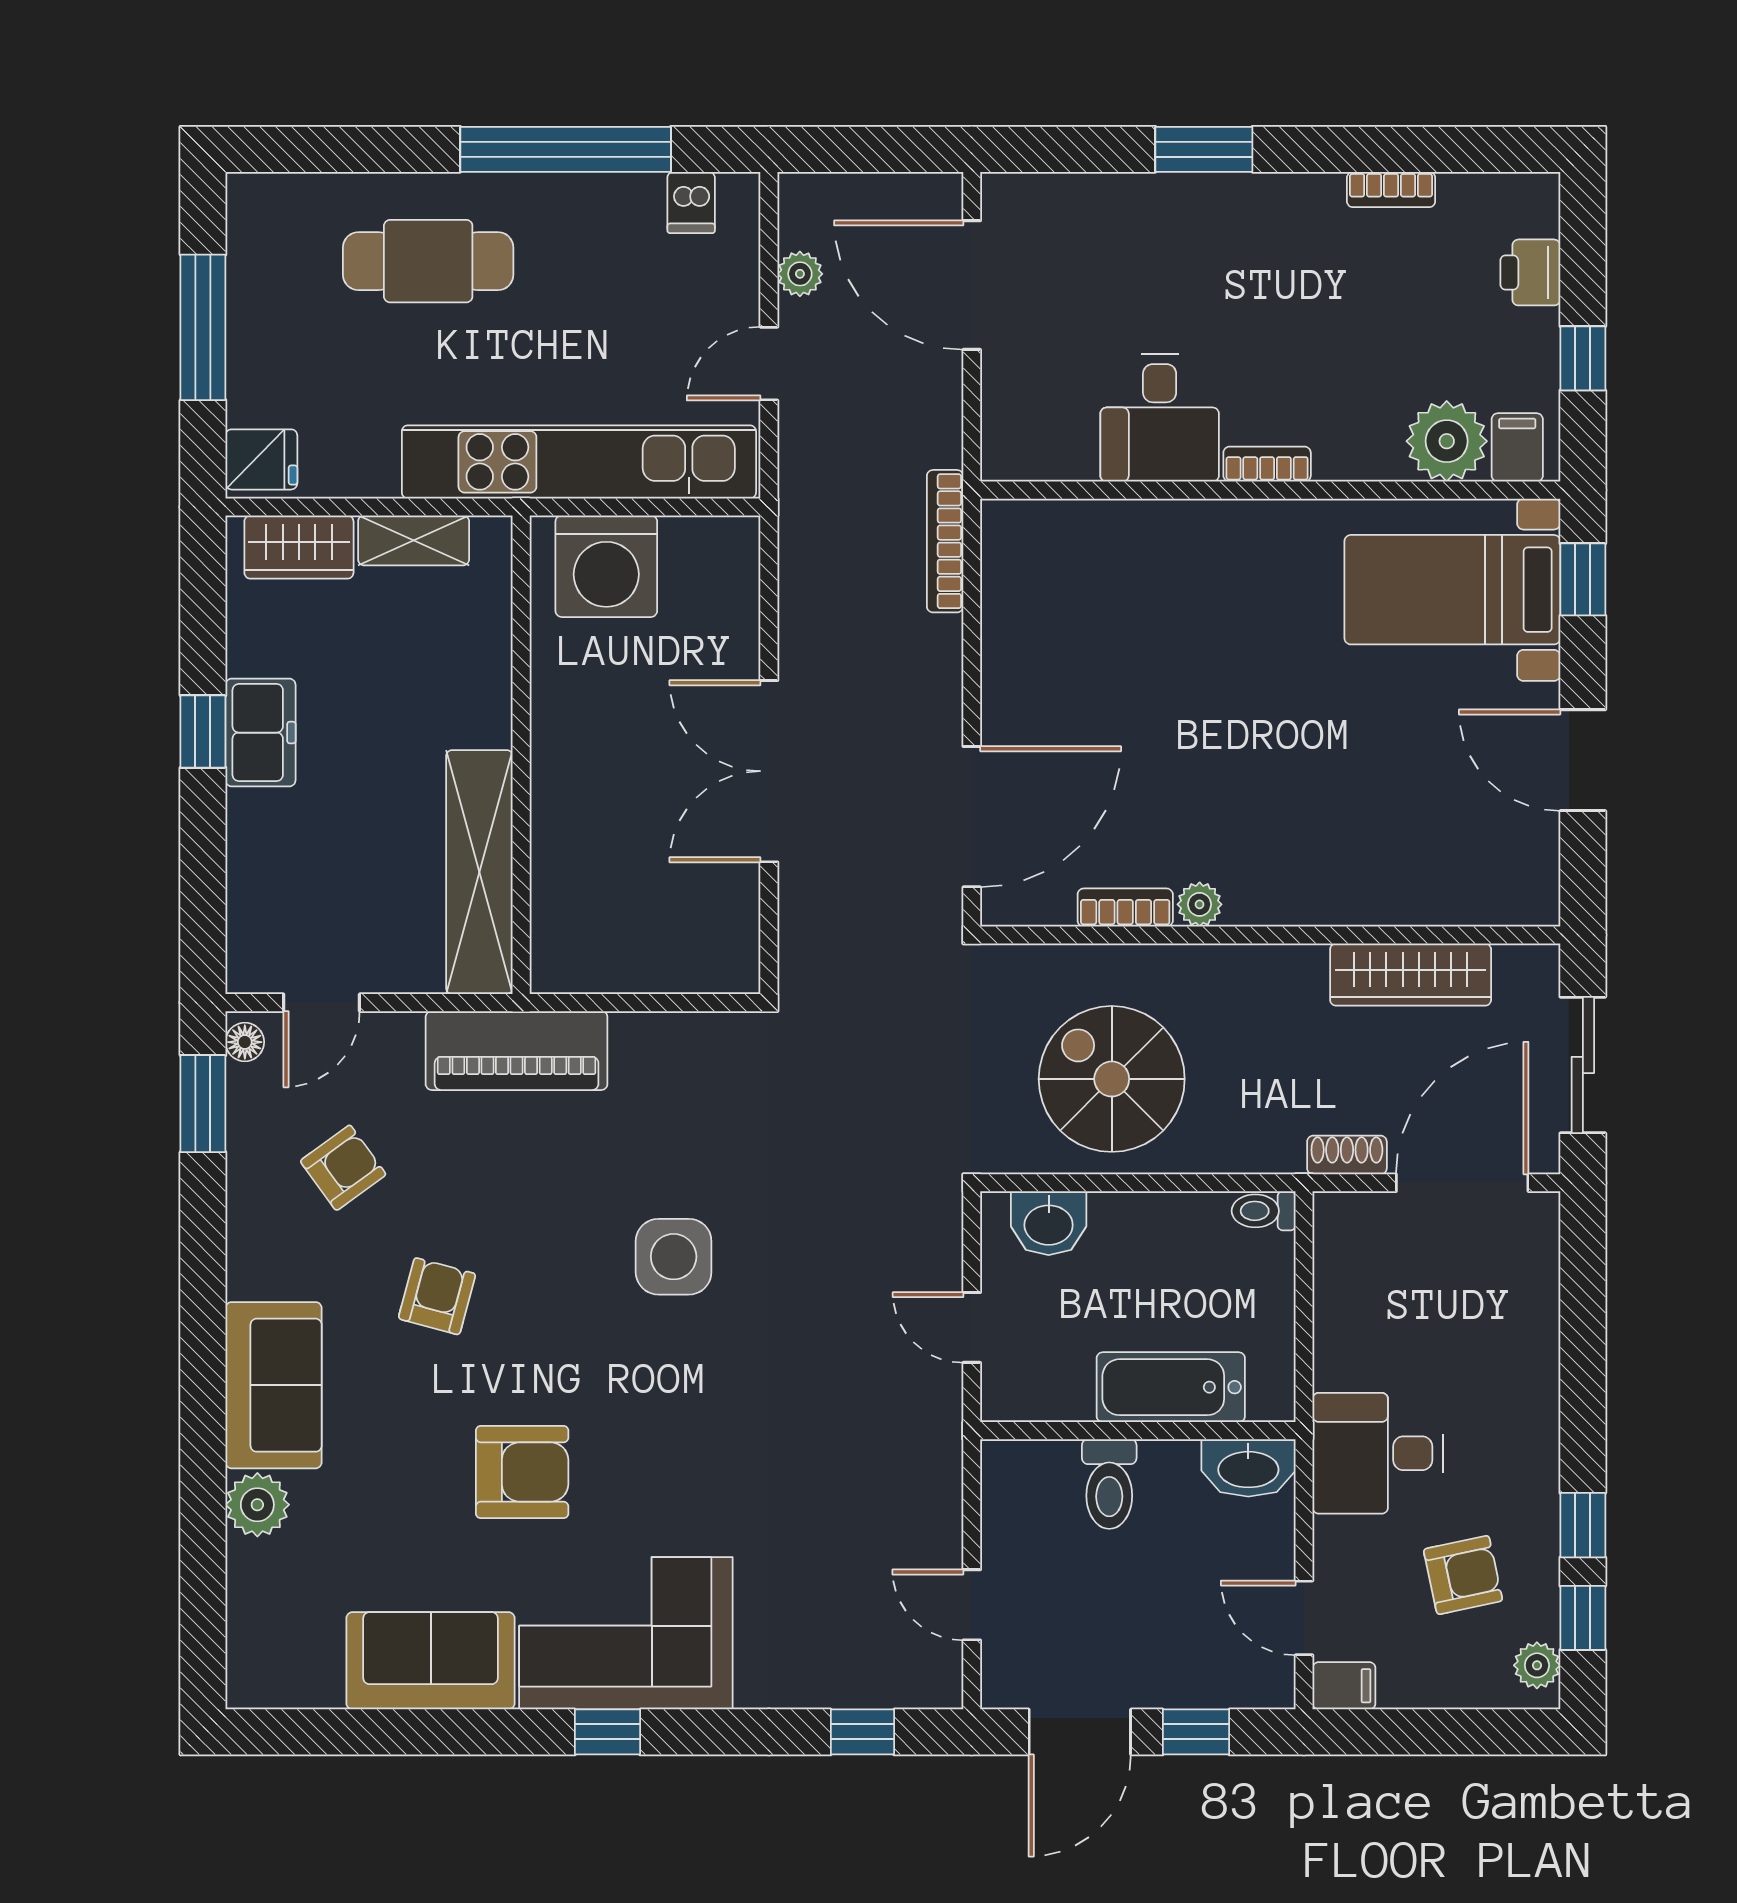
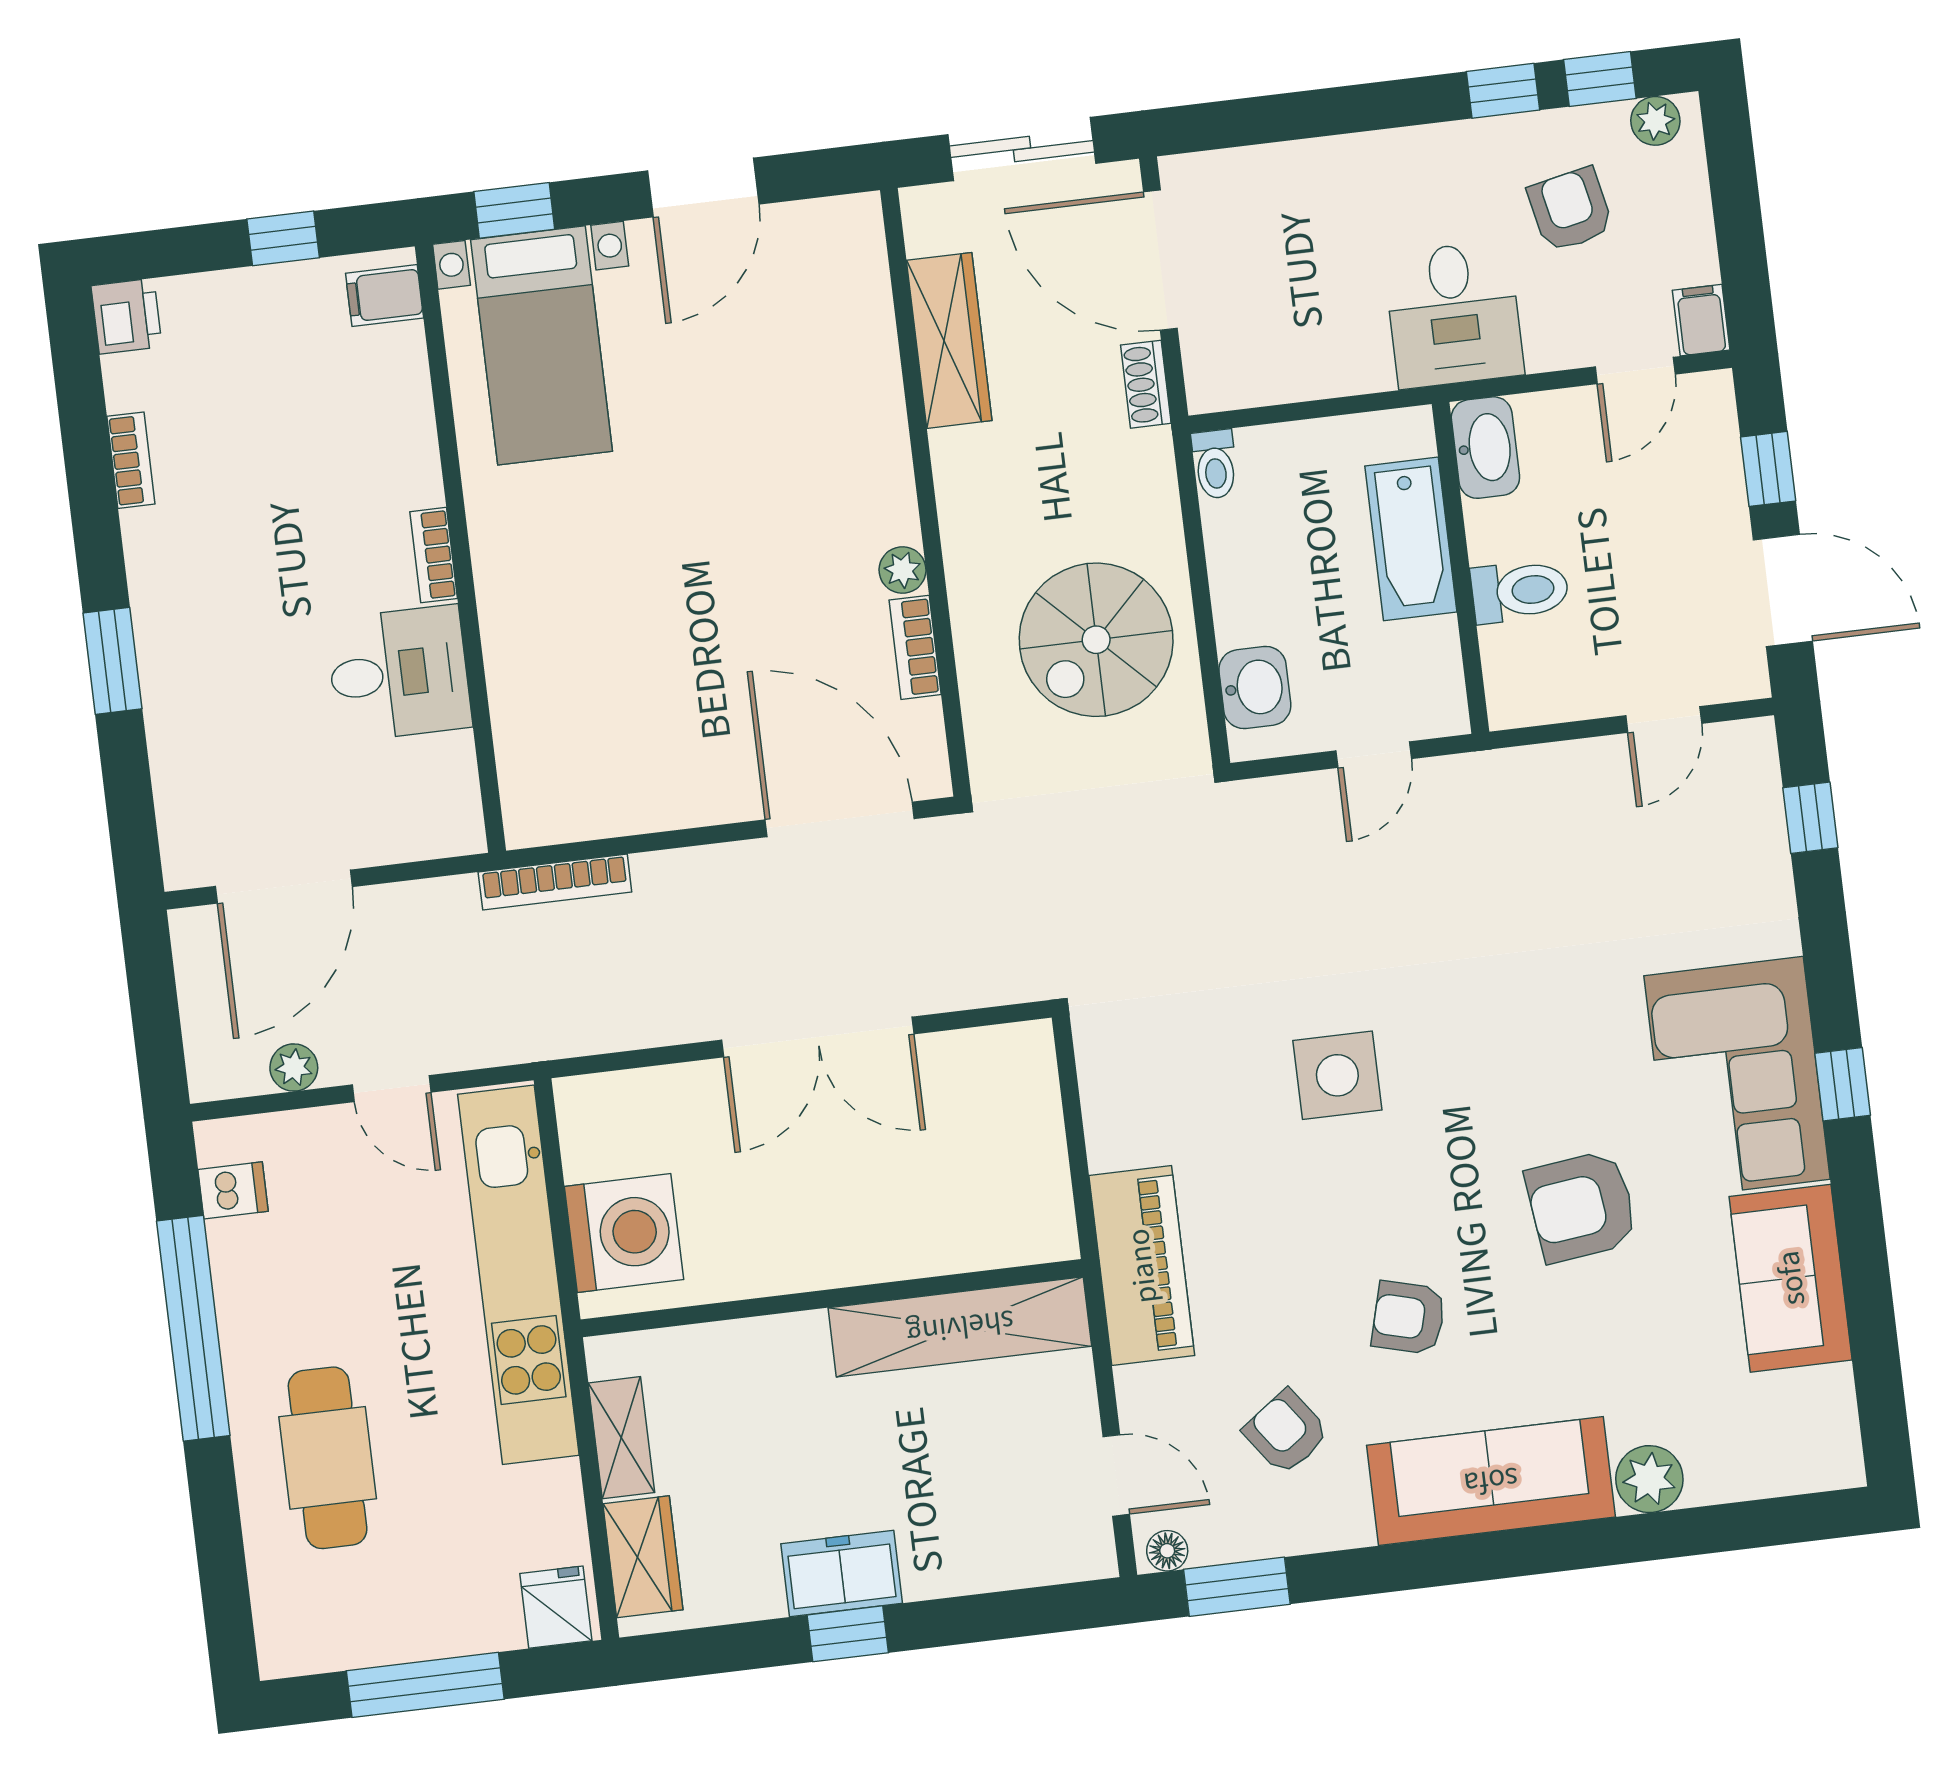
printer: (1530, 272) -> (126, 316), moved, turned -90
plant: (1447, 441) -> (387, 370), removed
sofa: (274, 1385) -> (1491, 1481), width x1.36
armchair: (522, 1472) -> (1582, 1206), turned -97

